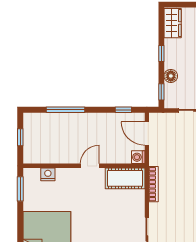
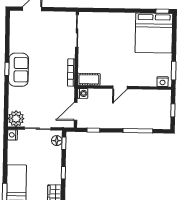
floor lamp: (171, 76) -> (57, 141), moved
door: (147, 134) -> (76, 111), swing flipped
nightstand: (48, 174) -> (163, 82), moved
cot: (125, 178) -> (89, 79), width x0.73, depth x0.75

